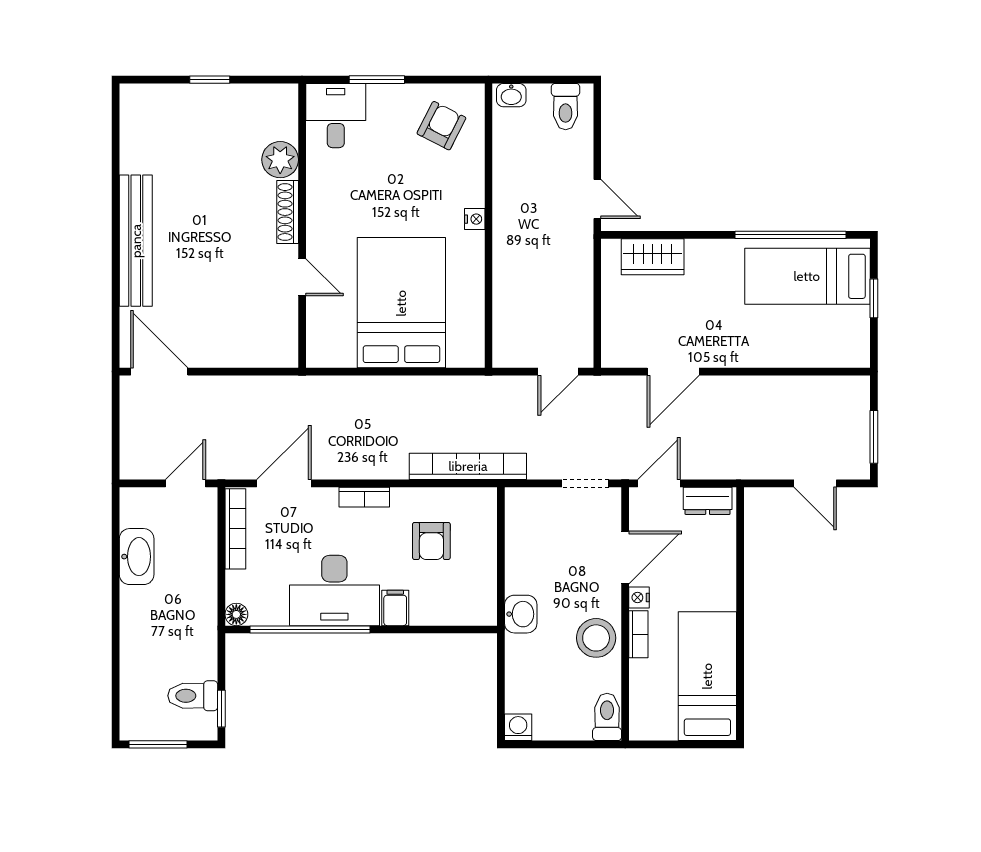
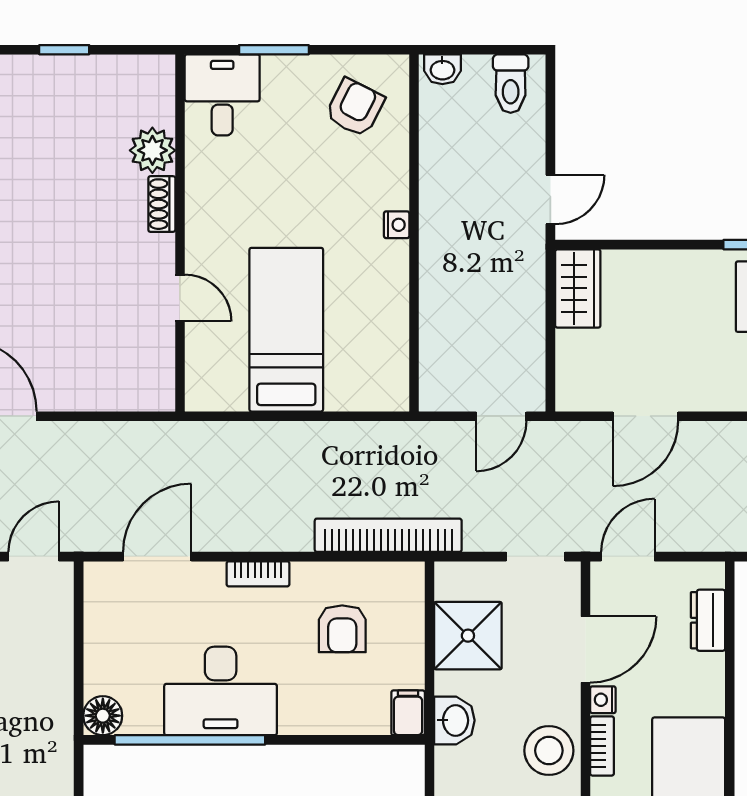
door: (597, 199) -> (550, 200), hinge flipped
shoe rack: (288, 212) -> (162, 204), width x0.70
wardrobe: (653, 257) -> (578, 288), moved, turned -90
bed: (401, 303) -> (286, 330), width x0.67
dresser: (708, 501) -> (708, 620), moved, turned 90
bookcase: (235, 529) -> (96, 614), removed
shower: (532, 546) -> (468, 636), added
filing cabinet: (395, 608) -> (408, 713), moved
floor lamp: (236, 614) -> (103, 716), width x1.37, depth x1.37

